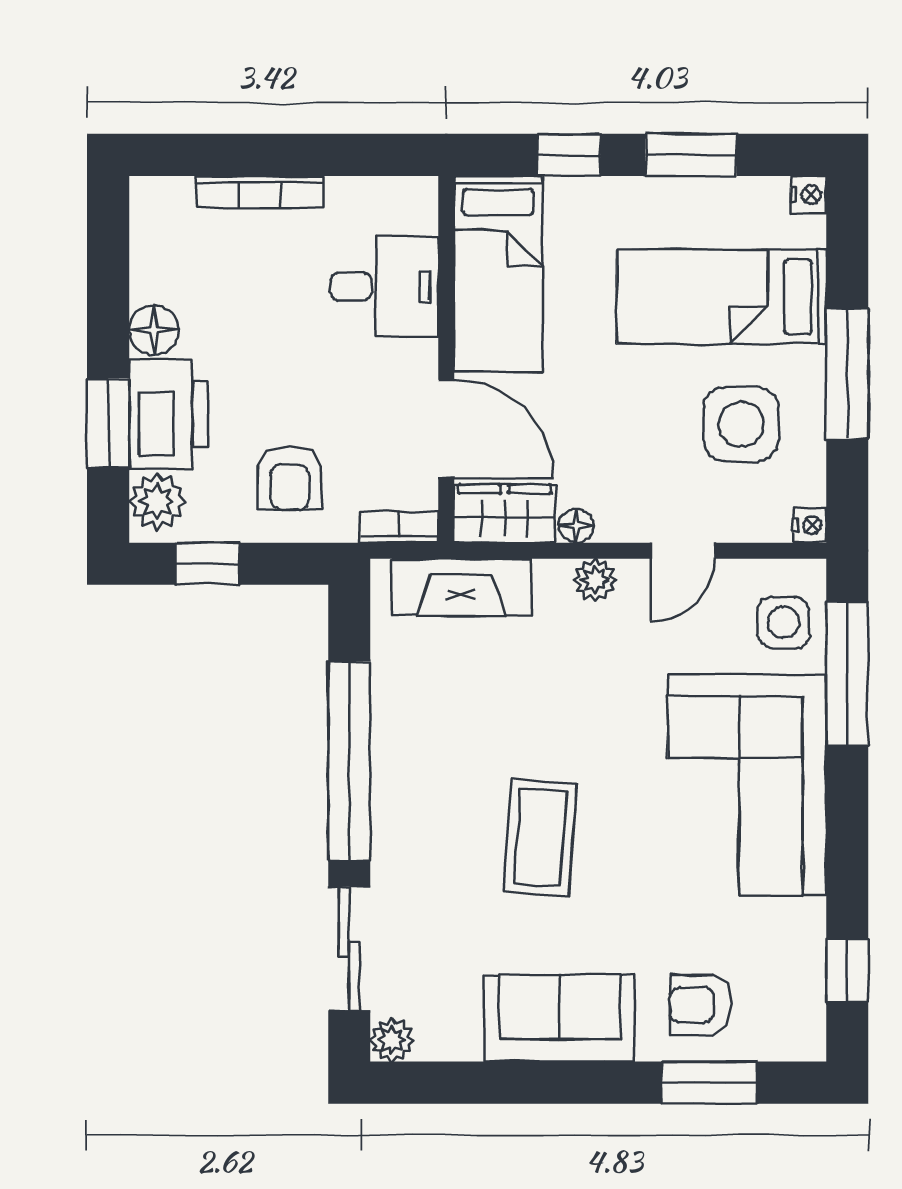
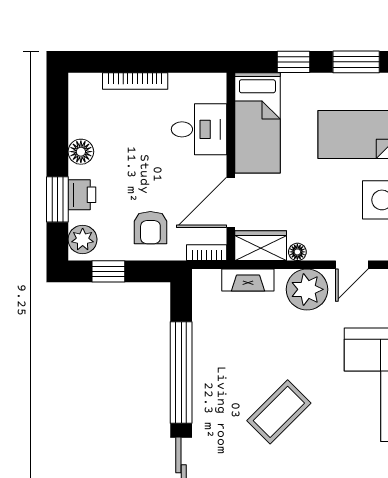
printer: (169, 414) -> (82, 195), width x0.53, depth x0.68
door: (446, 429) -> (231, 202), swing flipped
plant: (595, 580) -> (307, 289), width x1.88, depth x1.88
fireplace: (461, 587) -> (248, 280), width x0.73, depth x0.76
coffee table: (540, 838) -> (279, 412), turned 41

